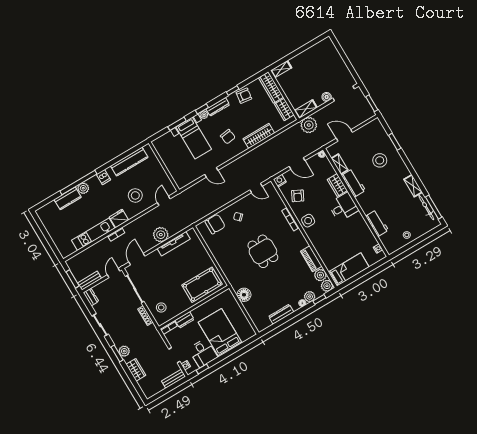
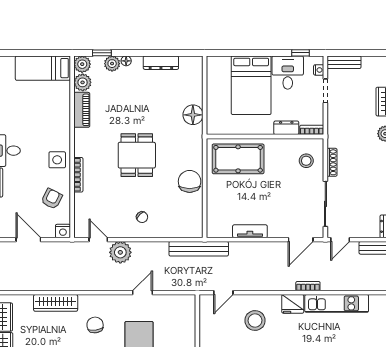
door: (211, 172) -> (142, 293), hinge flipped
bench: (194, 218) -> (199, 249), added
chair: (215, 224) -> (190, 181), moved, turned 90
plant: (161, 235) -> (120, 252), moved
tv unit: (174, 244) -> (250, 231), width x0.71

